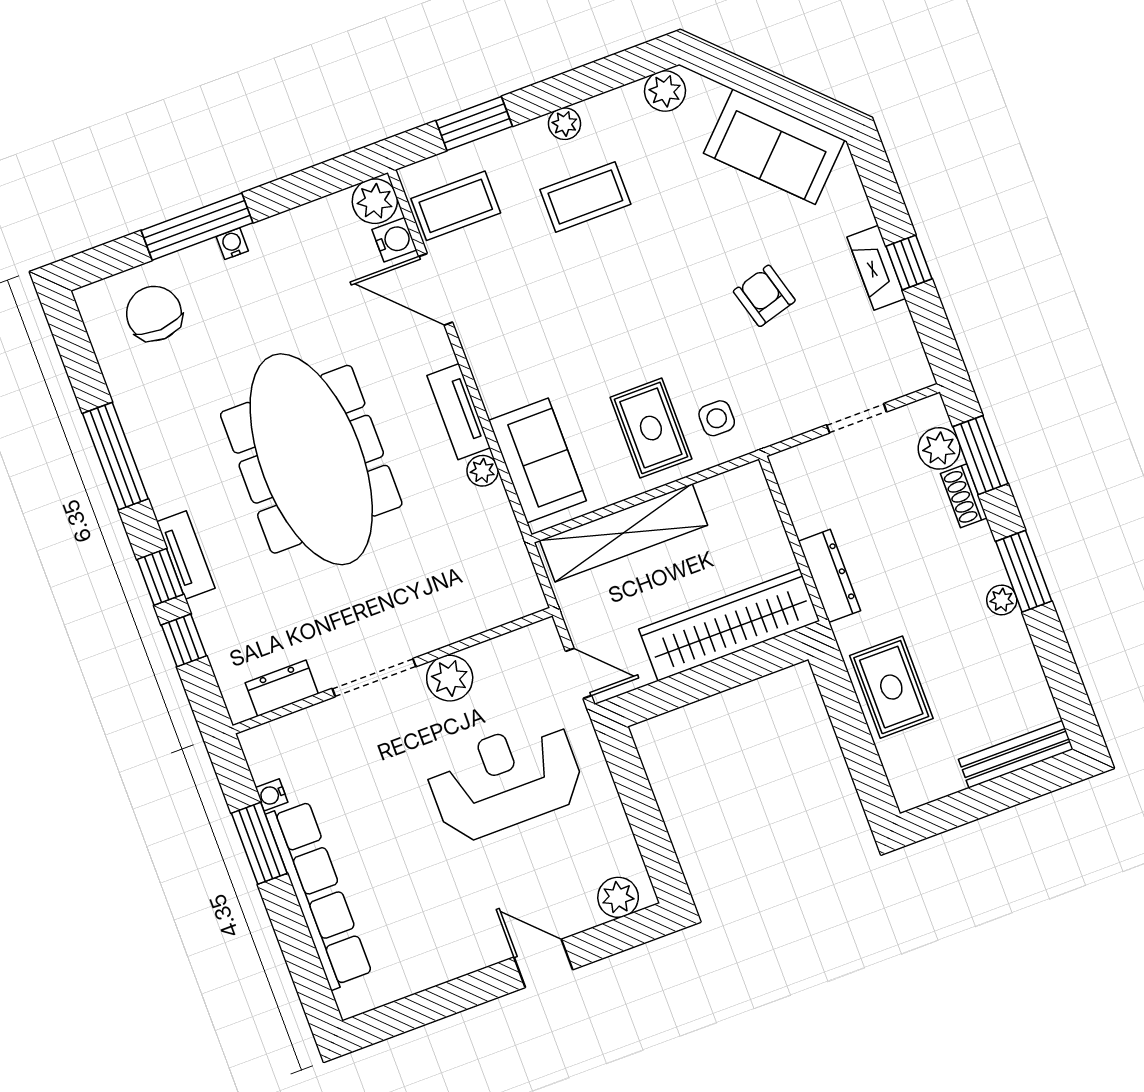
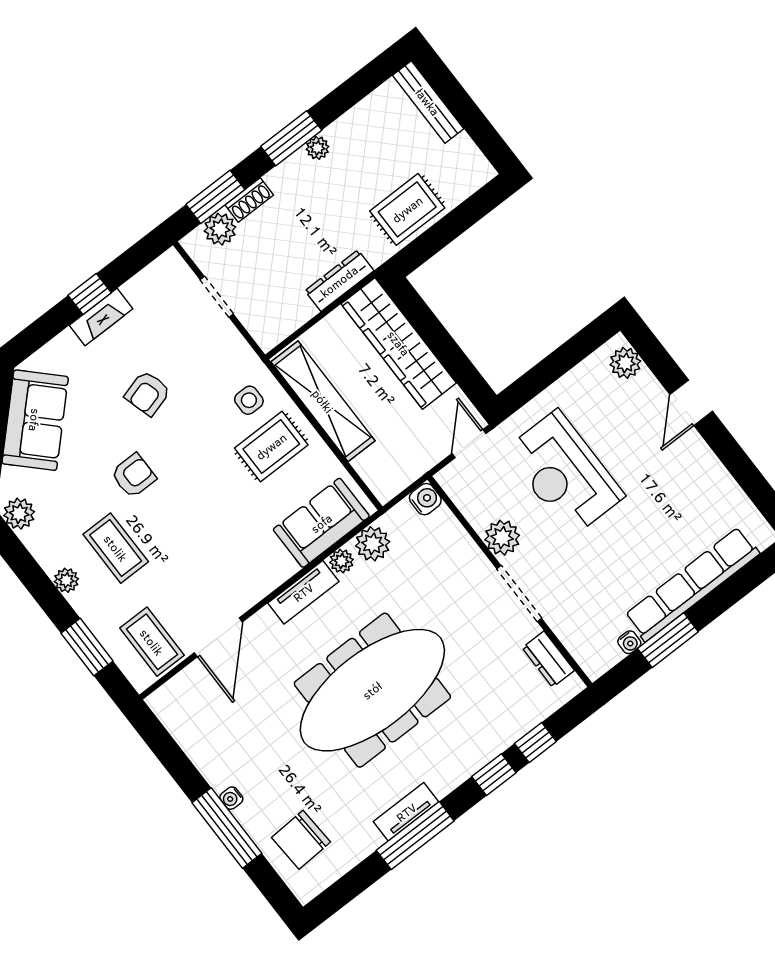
plant: (375, 201) -> (373, 544), moved
water cooler: (394, 240) -> (425, 499), moved, turned 90
armchair: (668, 247) -> (134, 476), added
shelving: (624, 533) -> (323, 401), moved
tv unit: (186, 555) -> (406, 812), moved

